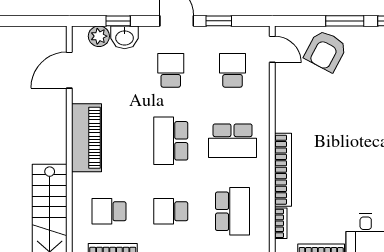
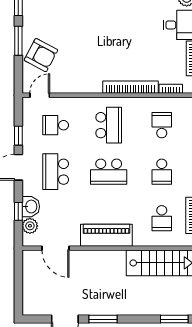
school desk: (171, 70) -> (56, 172), width x1.85
school desk: (233, 211) -> (162, 125), width x0.54

